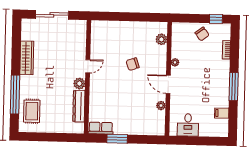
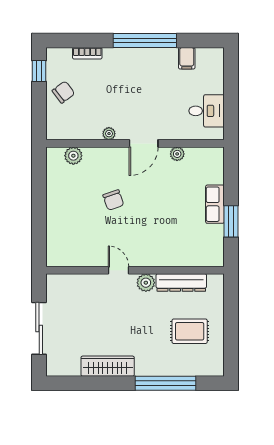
window: (234, 87) -> (145, 41), width x1.46
rug: (32, 111) -> (190, 331), moved
row of seats: (101, 128) -> (215, 204), moved

